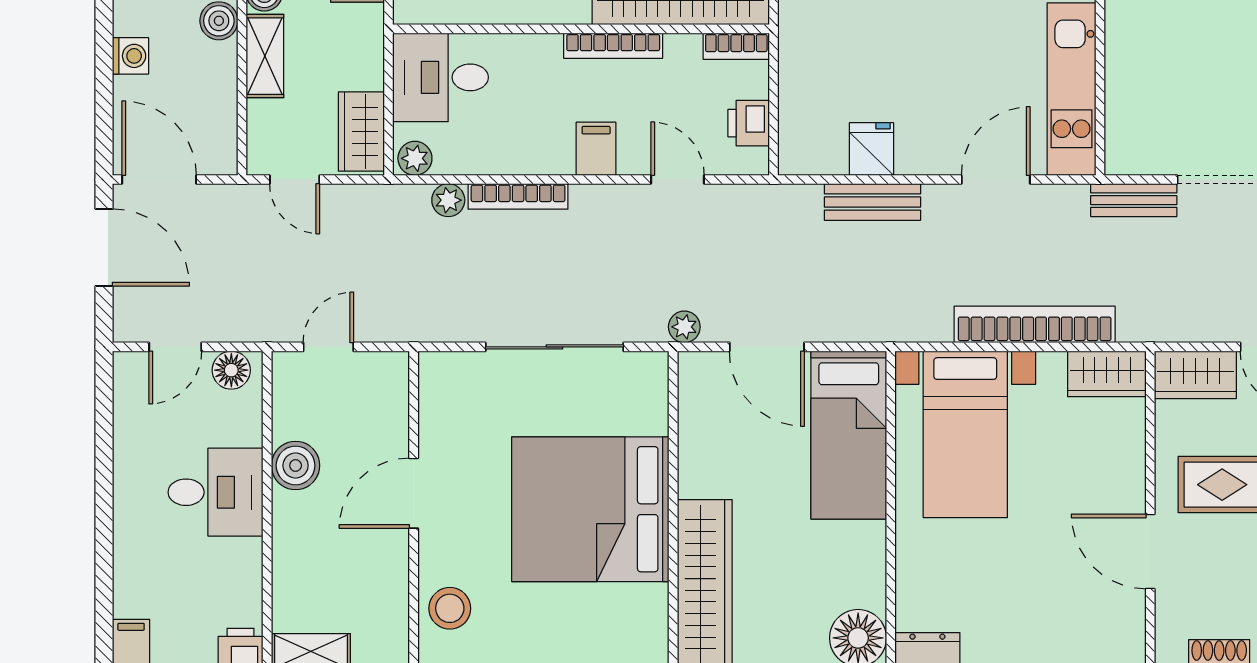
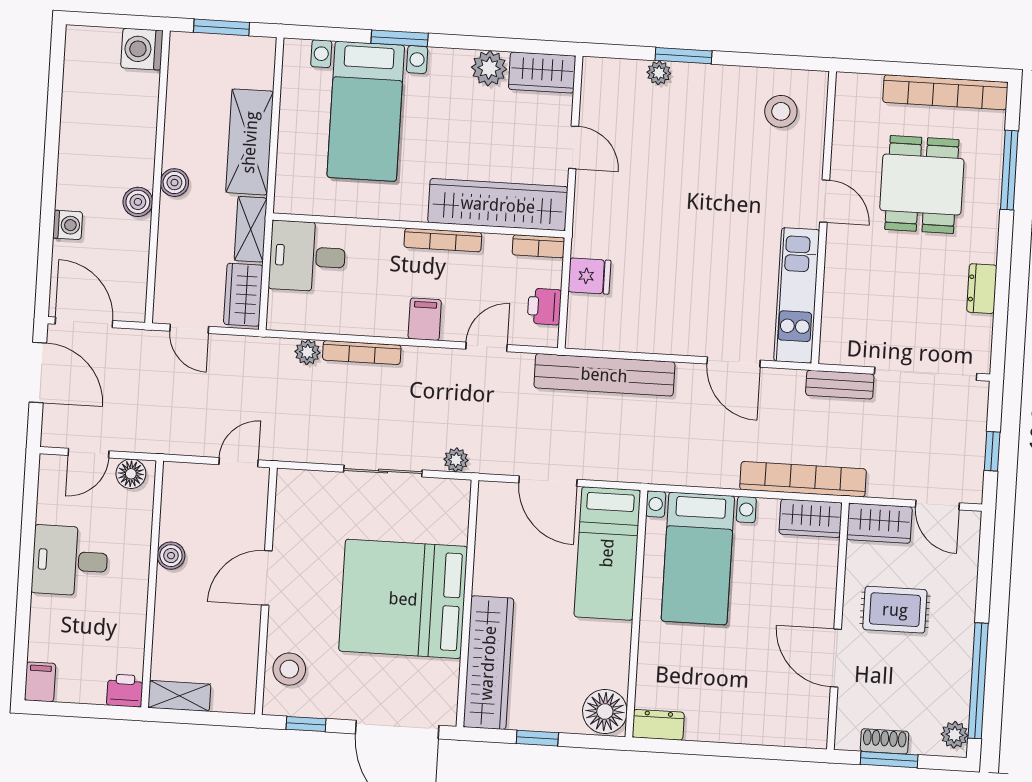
shelving: (265, 56) -> (251, 229), moved
fridge: (871, 149) -> (589, 276), moved, turned 90
plant: (415, 158) -> (284, 318), removed
door: (678, 179) -> (486, 347), hinge flipped
door: (996, 179) -> (734, 362), swing flipped
bench: (872, 202) -> (604, 375), width x1.86, depth x1.21
bookcase: (1035, 324) -> (803, 479), moved
plant: (684, 327) -> (456, 460), moved
door: (328, 347) -> (239, 462), moved
sliding door: (554, 347) -> (383, 471), width x0.73
boiler: (296, 465) -> (171, 556), width x0.73, depth x0.73
desk: (216, 492) -> (70, 561), moved, turned 180

